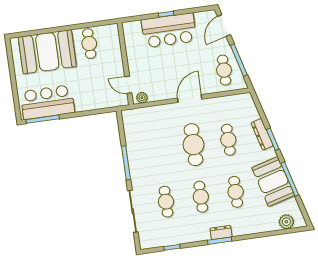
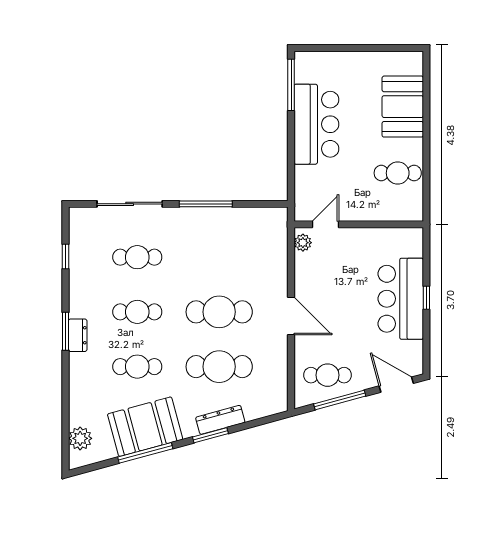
booth: (47, 52) -> (403, 107), width x0.73, depth x0.70
bar counter: (47, 102) -> (316, 124), moved
cafe table: (228, 140) -> (219, 367), width x1.37, depth x1.35

